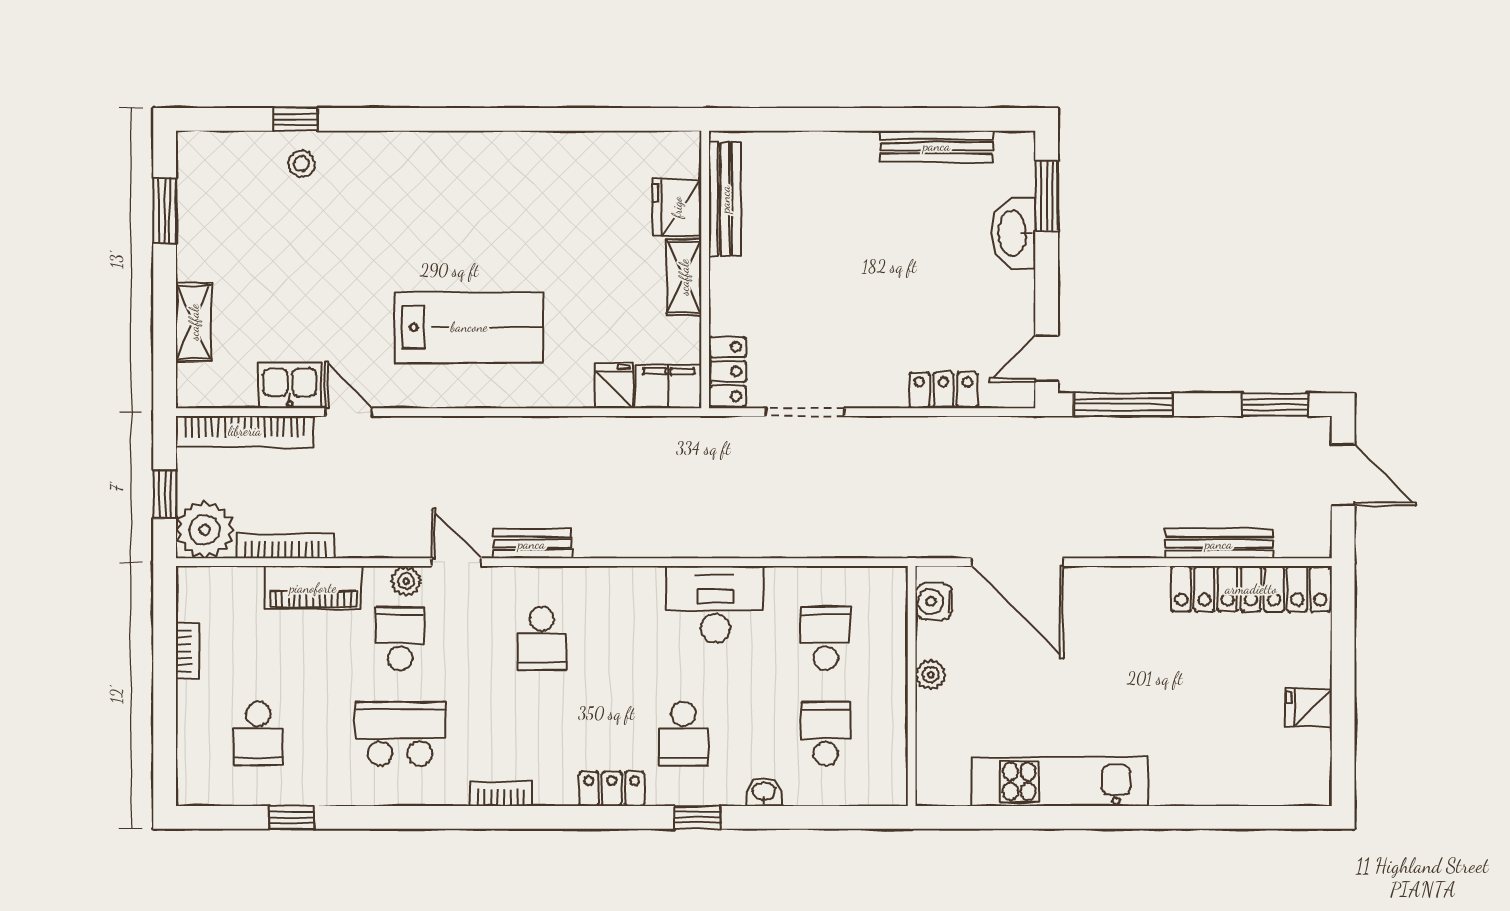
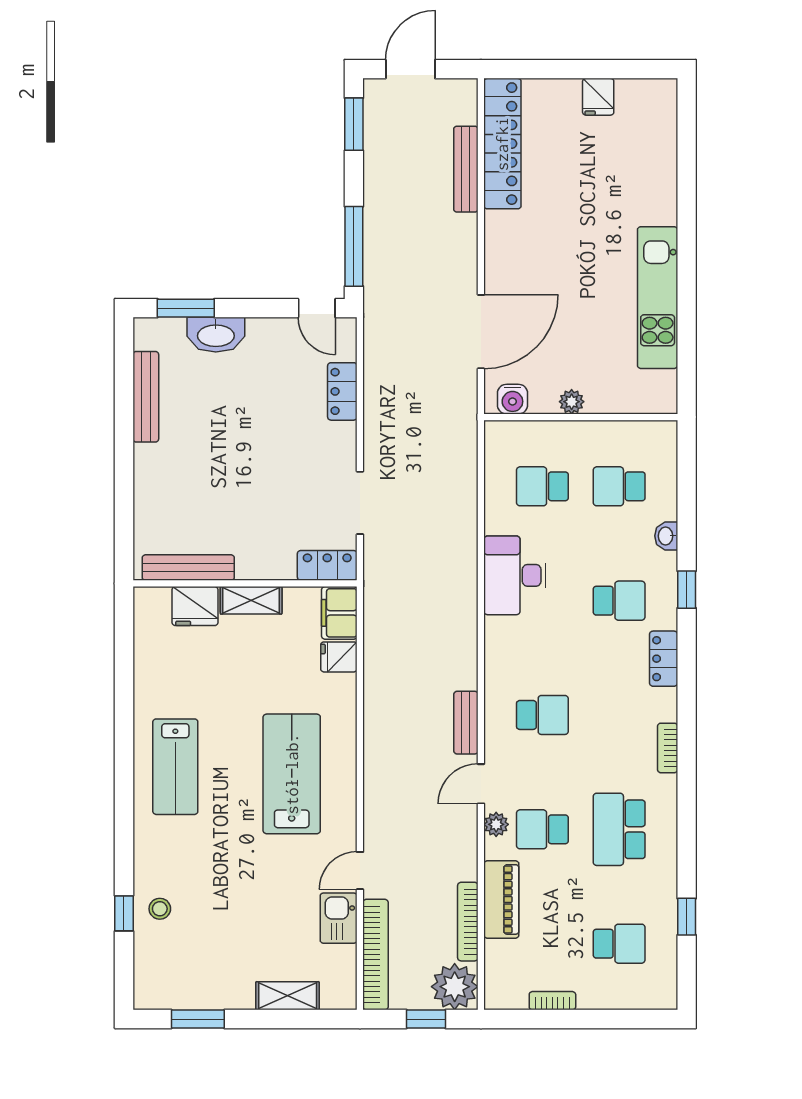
lab bench: (478, 183) -> (175, 767), added

